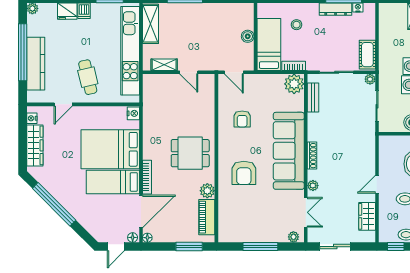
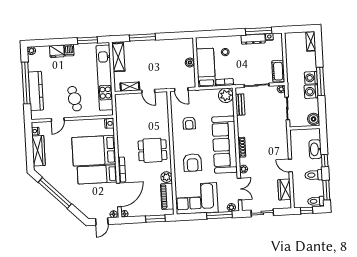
door: (377, 184) -> (290, 166), hinge flipped
corner sofa: (247, 222) -> (196, 198), added
window: (260, 247) -> (219, 215), moved

